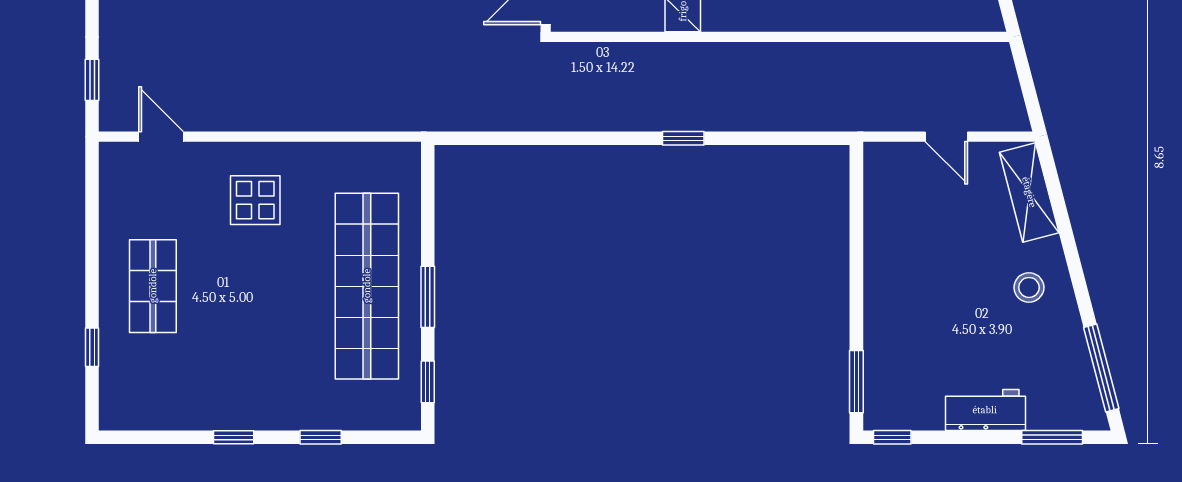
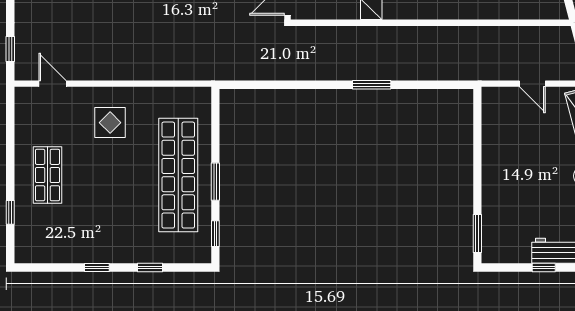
window: (683, 138) -> (372, 85), width x1.50
window: (892, 437) -> (544, 267), moved

